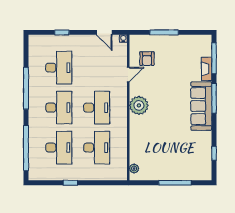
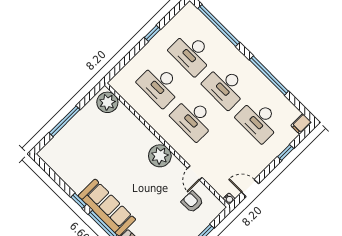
filing cabinet: (36, 40) -> (301, 124), added
window: (214, 153) -> (79, 201), moved
plant: (134, 169) -> (107, 102), width x1.88, depth x1.88

